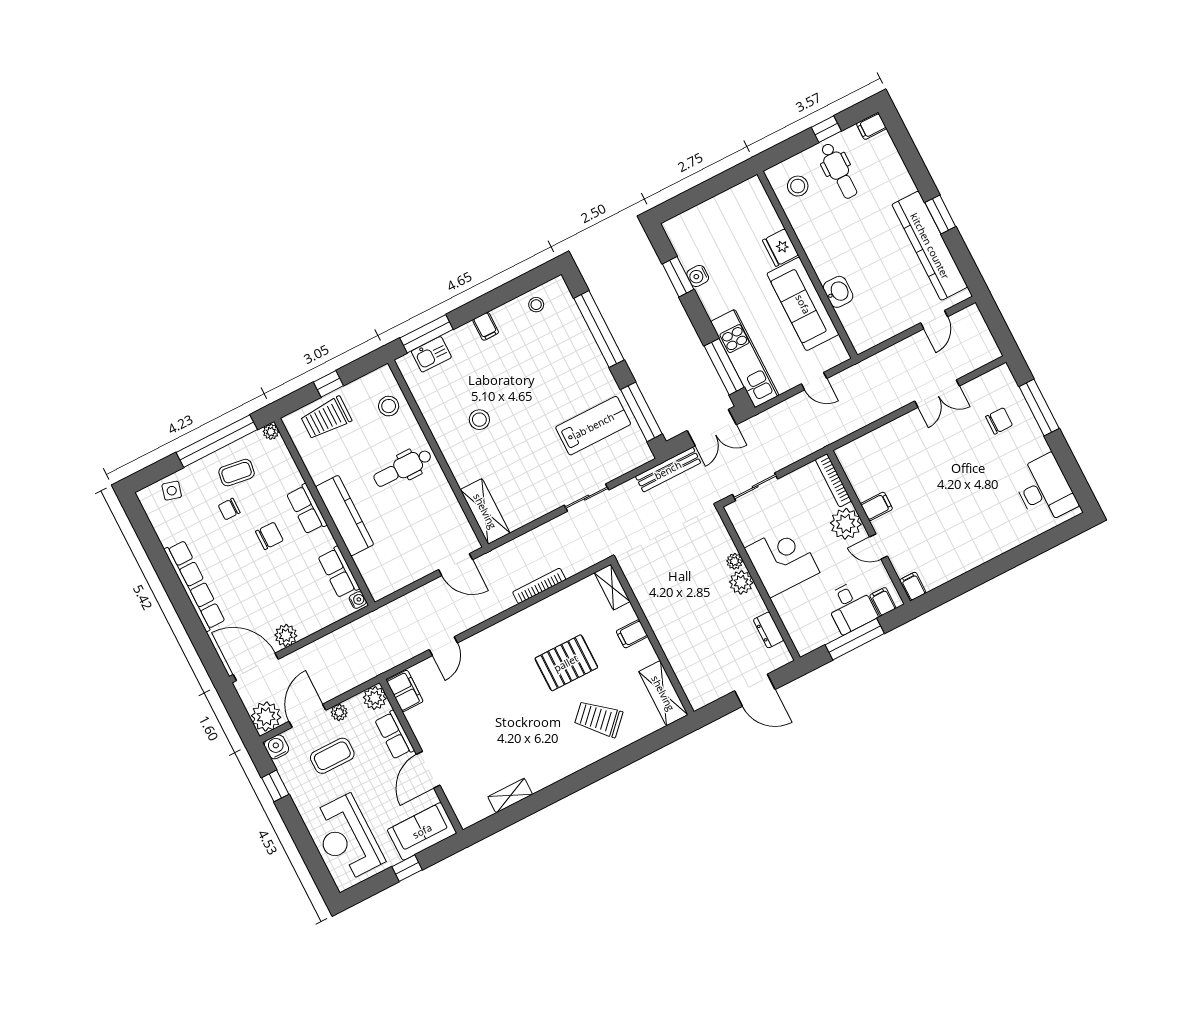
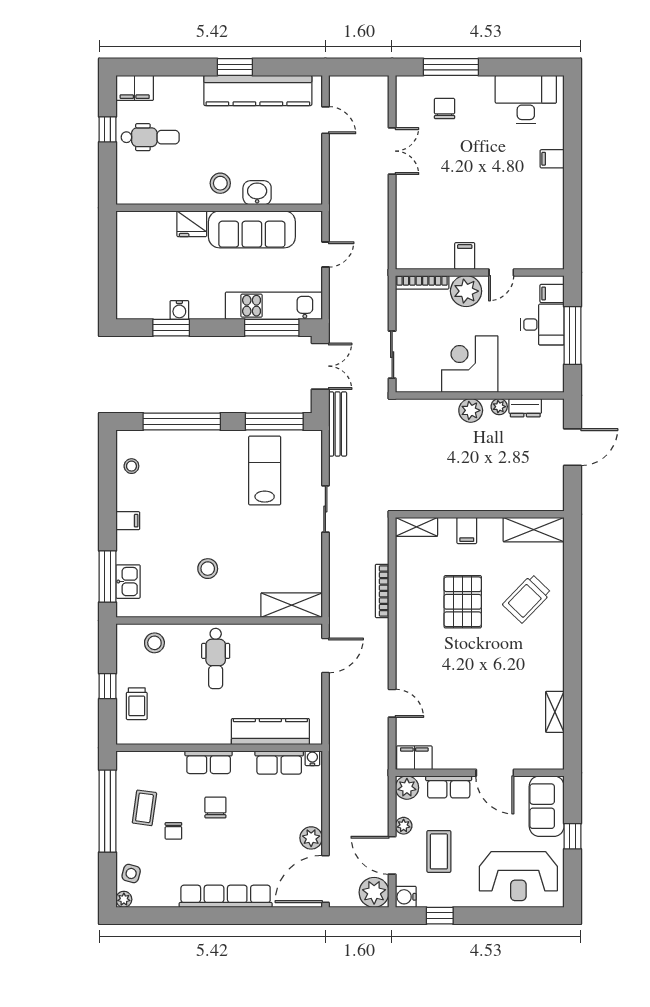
filing cabinet: (871, 126) -> (135, 88), width x2.00
stool: (798, 186) -> (220, 183), moved
trolley: (326, 418) -> (137, 704), width x0.73, depth x0.72
plant: (271, 432) -> (124, 899), moved
kitchen counter: (345, 516) -> (270, 732), moved
plant: (735, 561) -> (499, 407), moved
filing cabinet: (913, 586) -> (552, 159), moved

